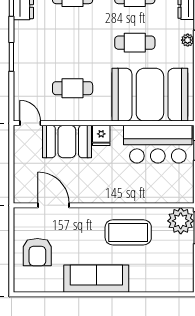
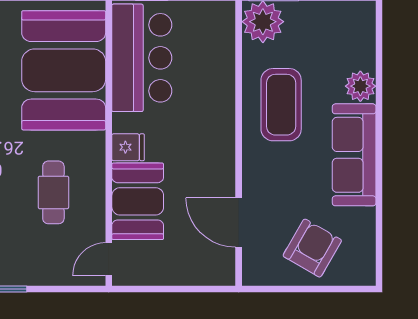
door: (54, 205) -> (239, 222), hinge flipped
armchair: (37, 252) -> (312, 248), turned -60
plant: (140, 283) -> (360, 86), added

